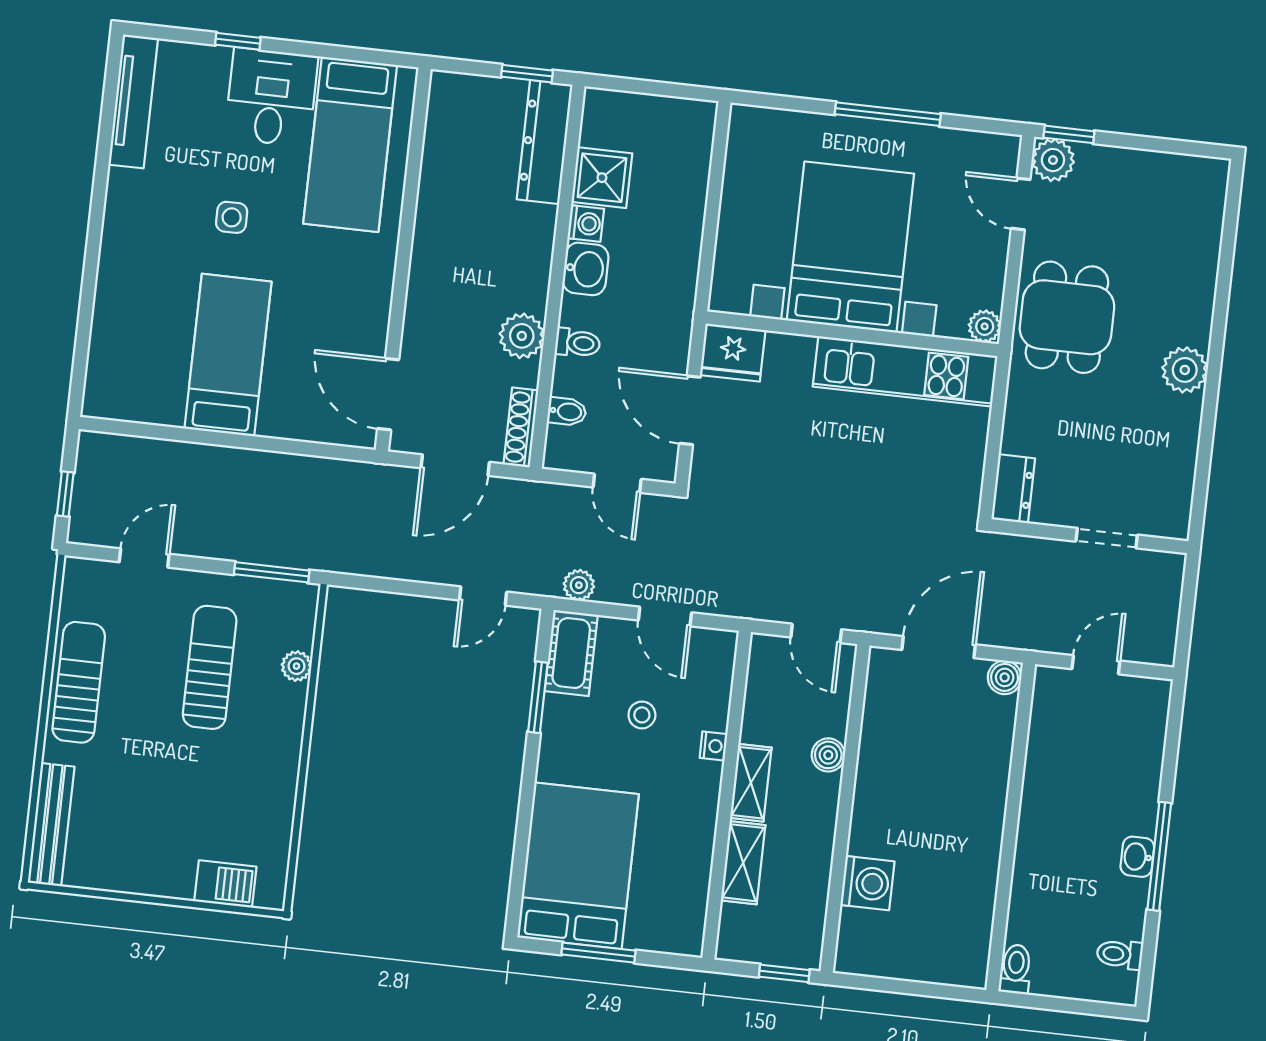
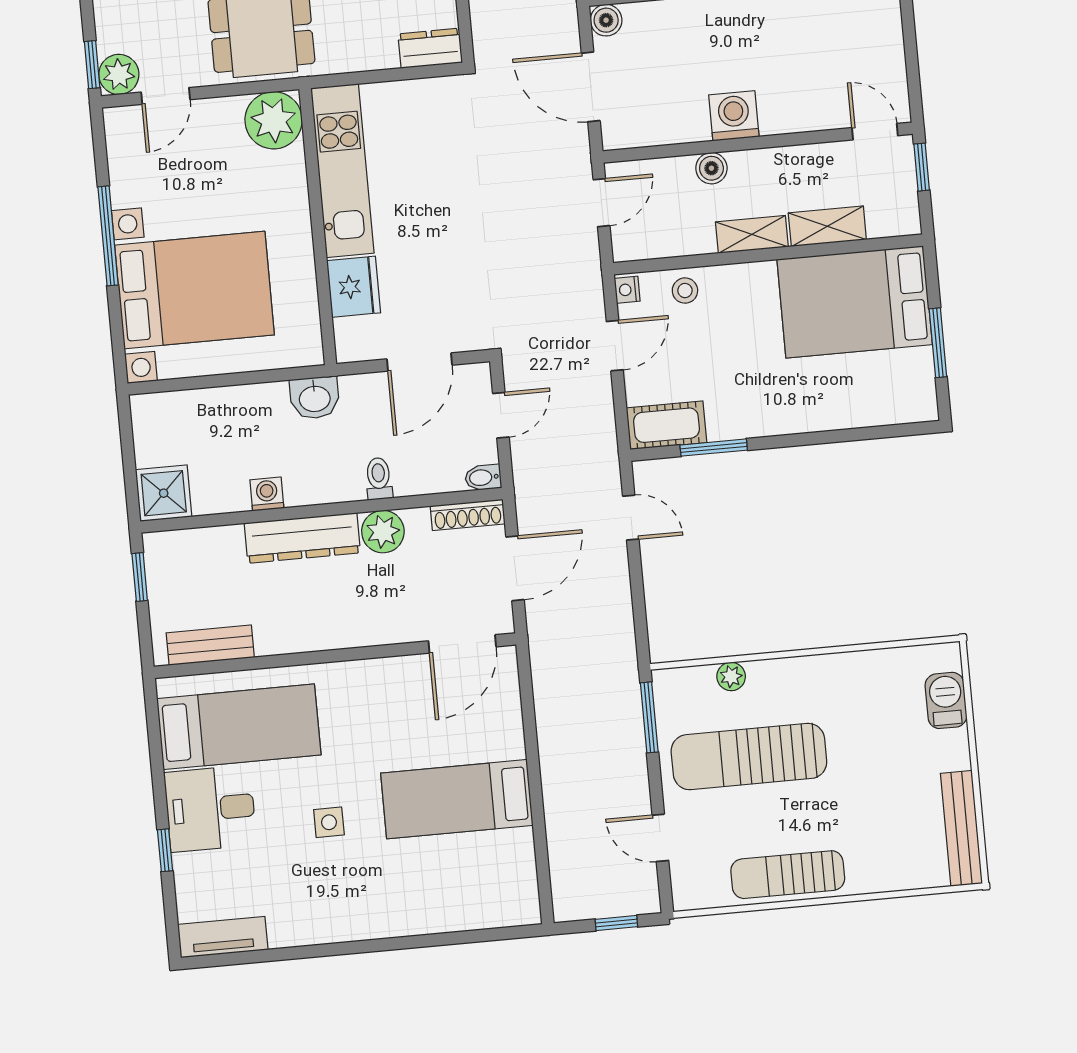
tv unit: (133, 101) -> (223, 937), width x0.71
bench: (441, 132) -> (210, 645), added
dresser: (545, 142) -> (302, 538), moved
shower: (602, 178) -> (164, 493), moved
bed with nightstands: (850, 247) -> (195, 290), moved, turned 180
washbasin: (586, 269) -> (315, 398), moved, turned 180
plant: (985, 326) -> (274, 120), width x1.88, depth x1.88
fridge: (733, 353) -> (354, 287), moved
bidet: (567, 412) -> (483, 477), moved, turned -90
door: (455, 465) -> (515, 568), hinge flipped
plant: (579, 585) -> (602, 431), removed
sun lounger: (210, 667) -> (749, 757), width x1.36, depth x1.34
stool: (642, 715) -> (685, 291), moved
nightstand: (713, 746) -> (627, 290), moved, turned -90
bench: (51, 825) -> (961, 828), moved, turned 90
bed: (578, 866) -> (855, 302), moved
washing machine: (867, 883) -> (734, 116), moved
door: (831, 932) -> (875, 132), added

